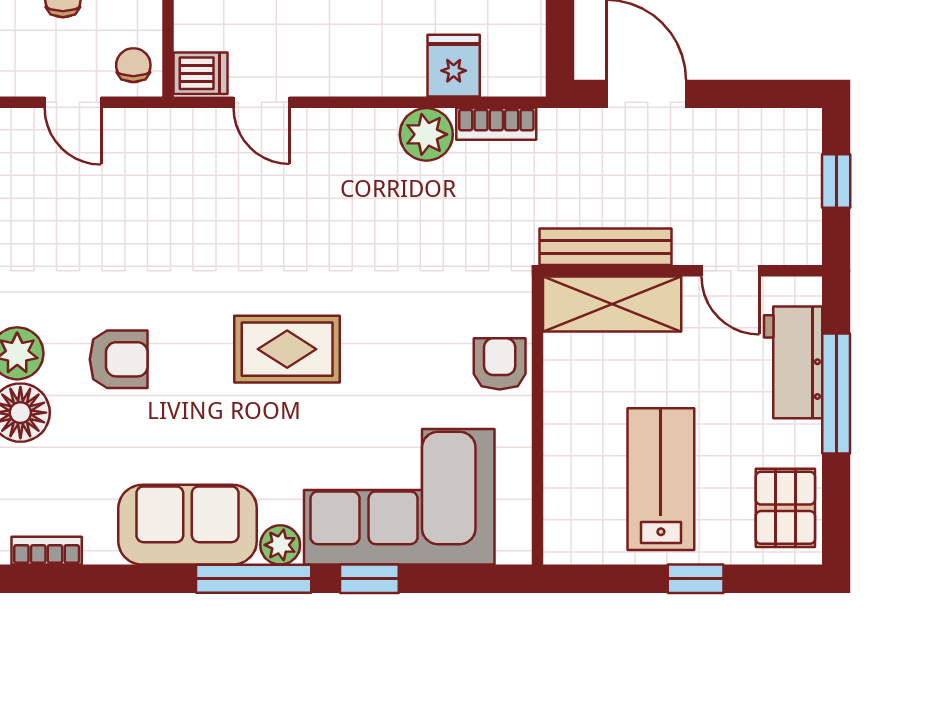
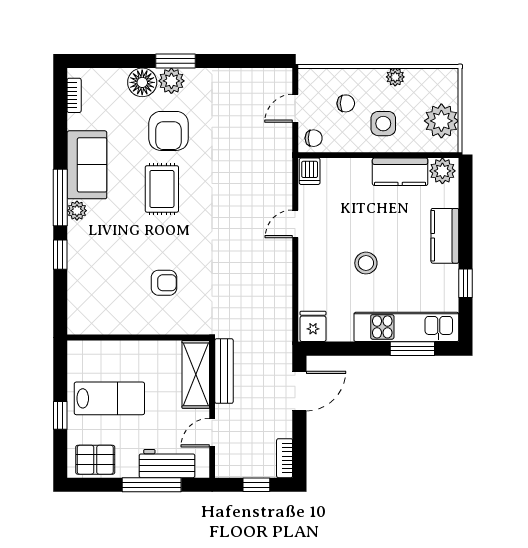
fridge: (454, 66) -> (313, 326), moved, turned -90
door: (261, 102) -> (295, 224), moved
bookcase: (496, 124) -> (285, 458), moved
plant: (426, 134) -> (279, 283), removed
rug: (287, 349) -> (162, 189), moved
armchair: (119, 359) -> (169, 131), width x1.38, depth x1.38
armchair: (500, 364) -> (164, 283), moved
corner sofa: (399, 497) -> (101, 269), removed

